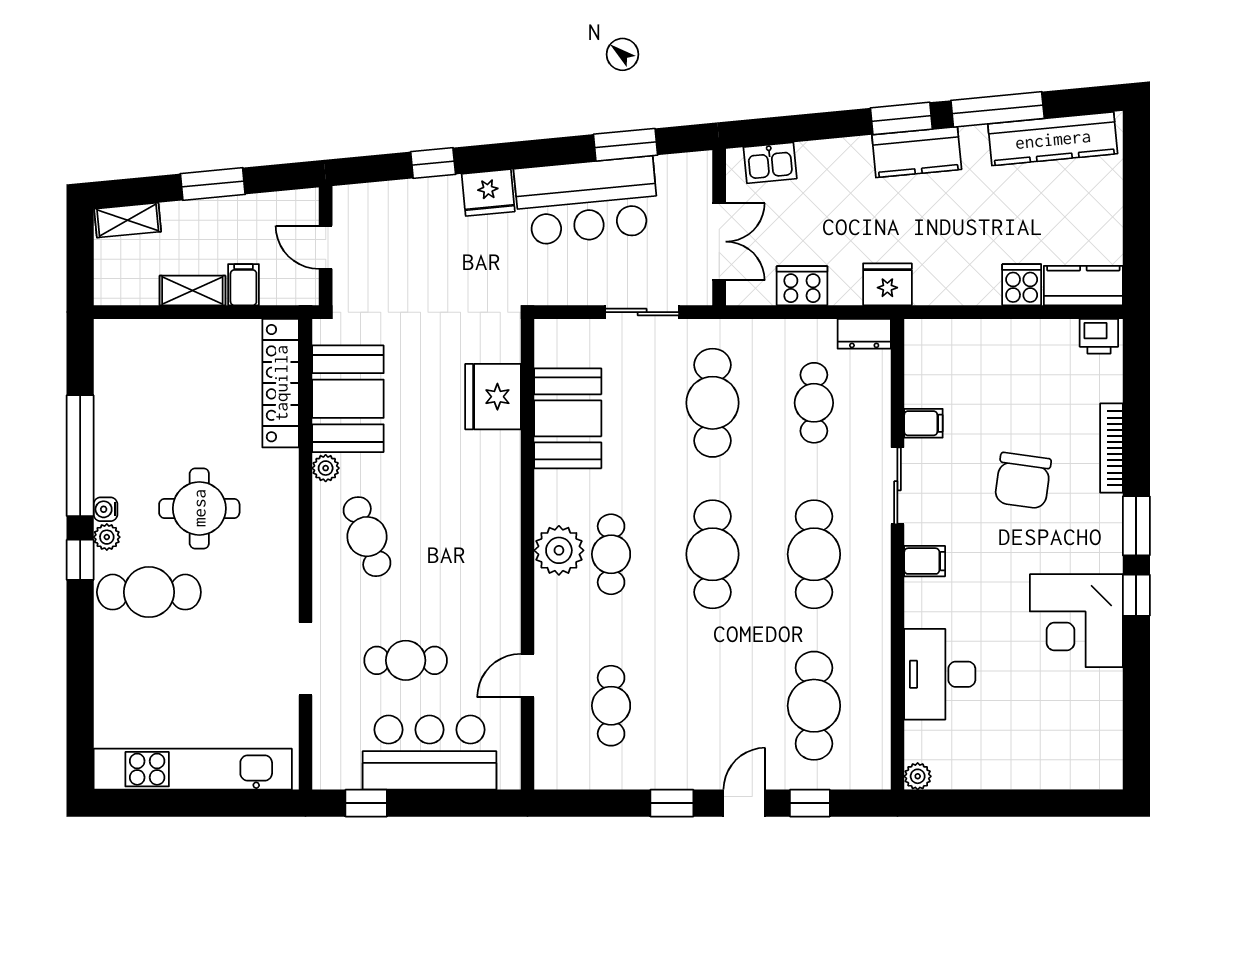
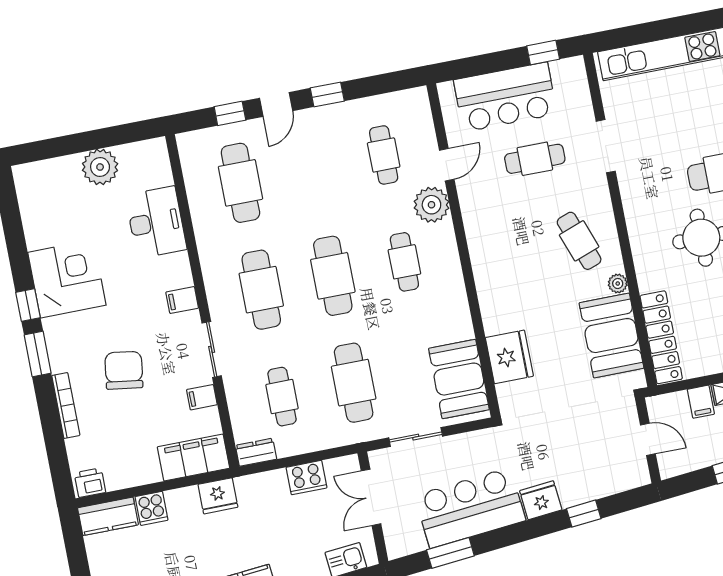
fridge: (887, 284) -> (218, 496), moved
filing cabinet: (951, 343) -> (193, 458), added
booth: (568, 418) -> (459, 379), moved
plant: (559, 550) -> (431, 205), moved
plant: (918, 776) -> (100, 167), moved, width x1.88, depth x1.88

